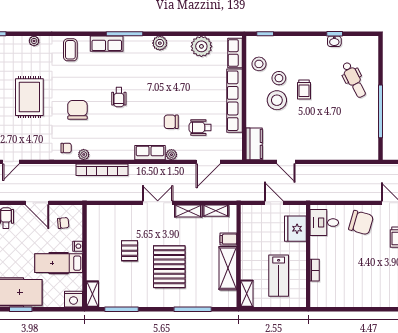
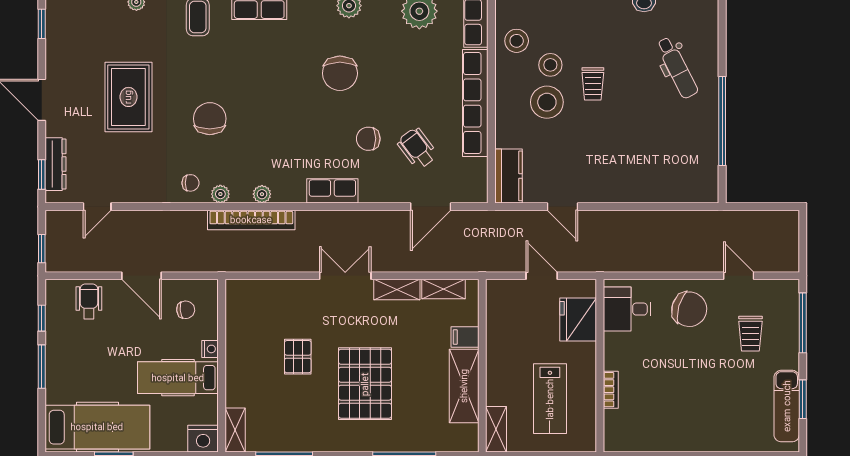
chair: (154, 83) -> (340, 73), added
wheelchair: (119, 97) -> (280, 97), removed
wheelchair: (200, 127) -> (417, 148), turned 53
plant: (171, 155) -> (262, 194), moved

